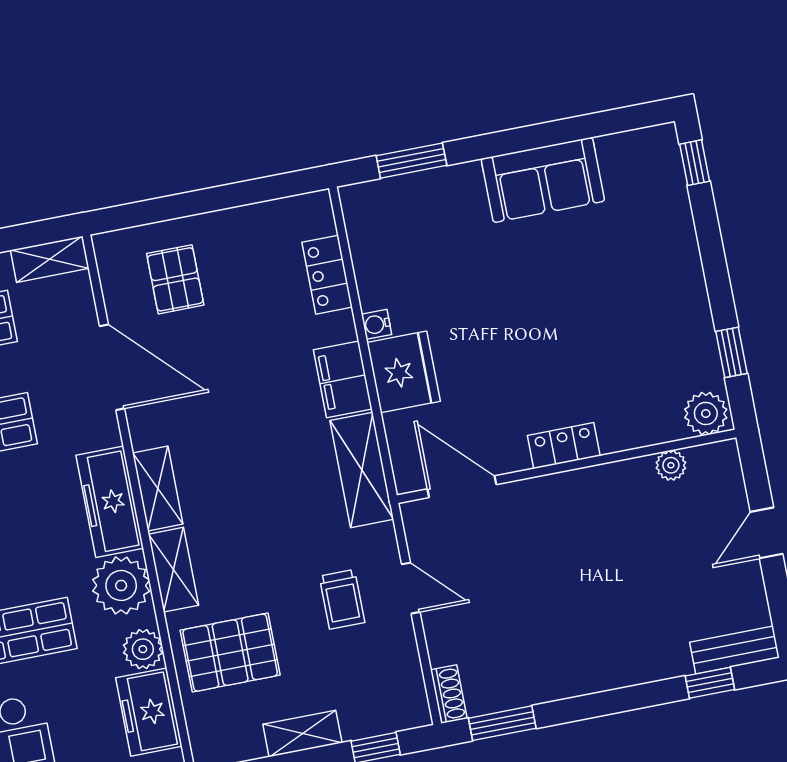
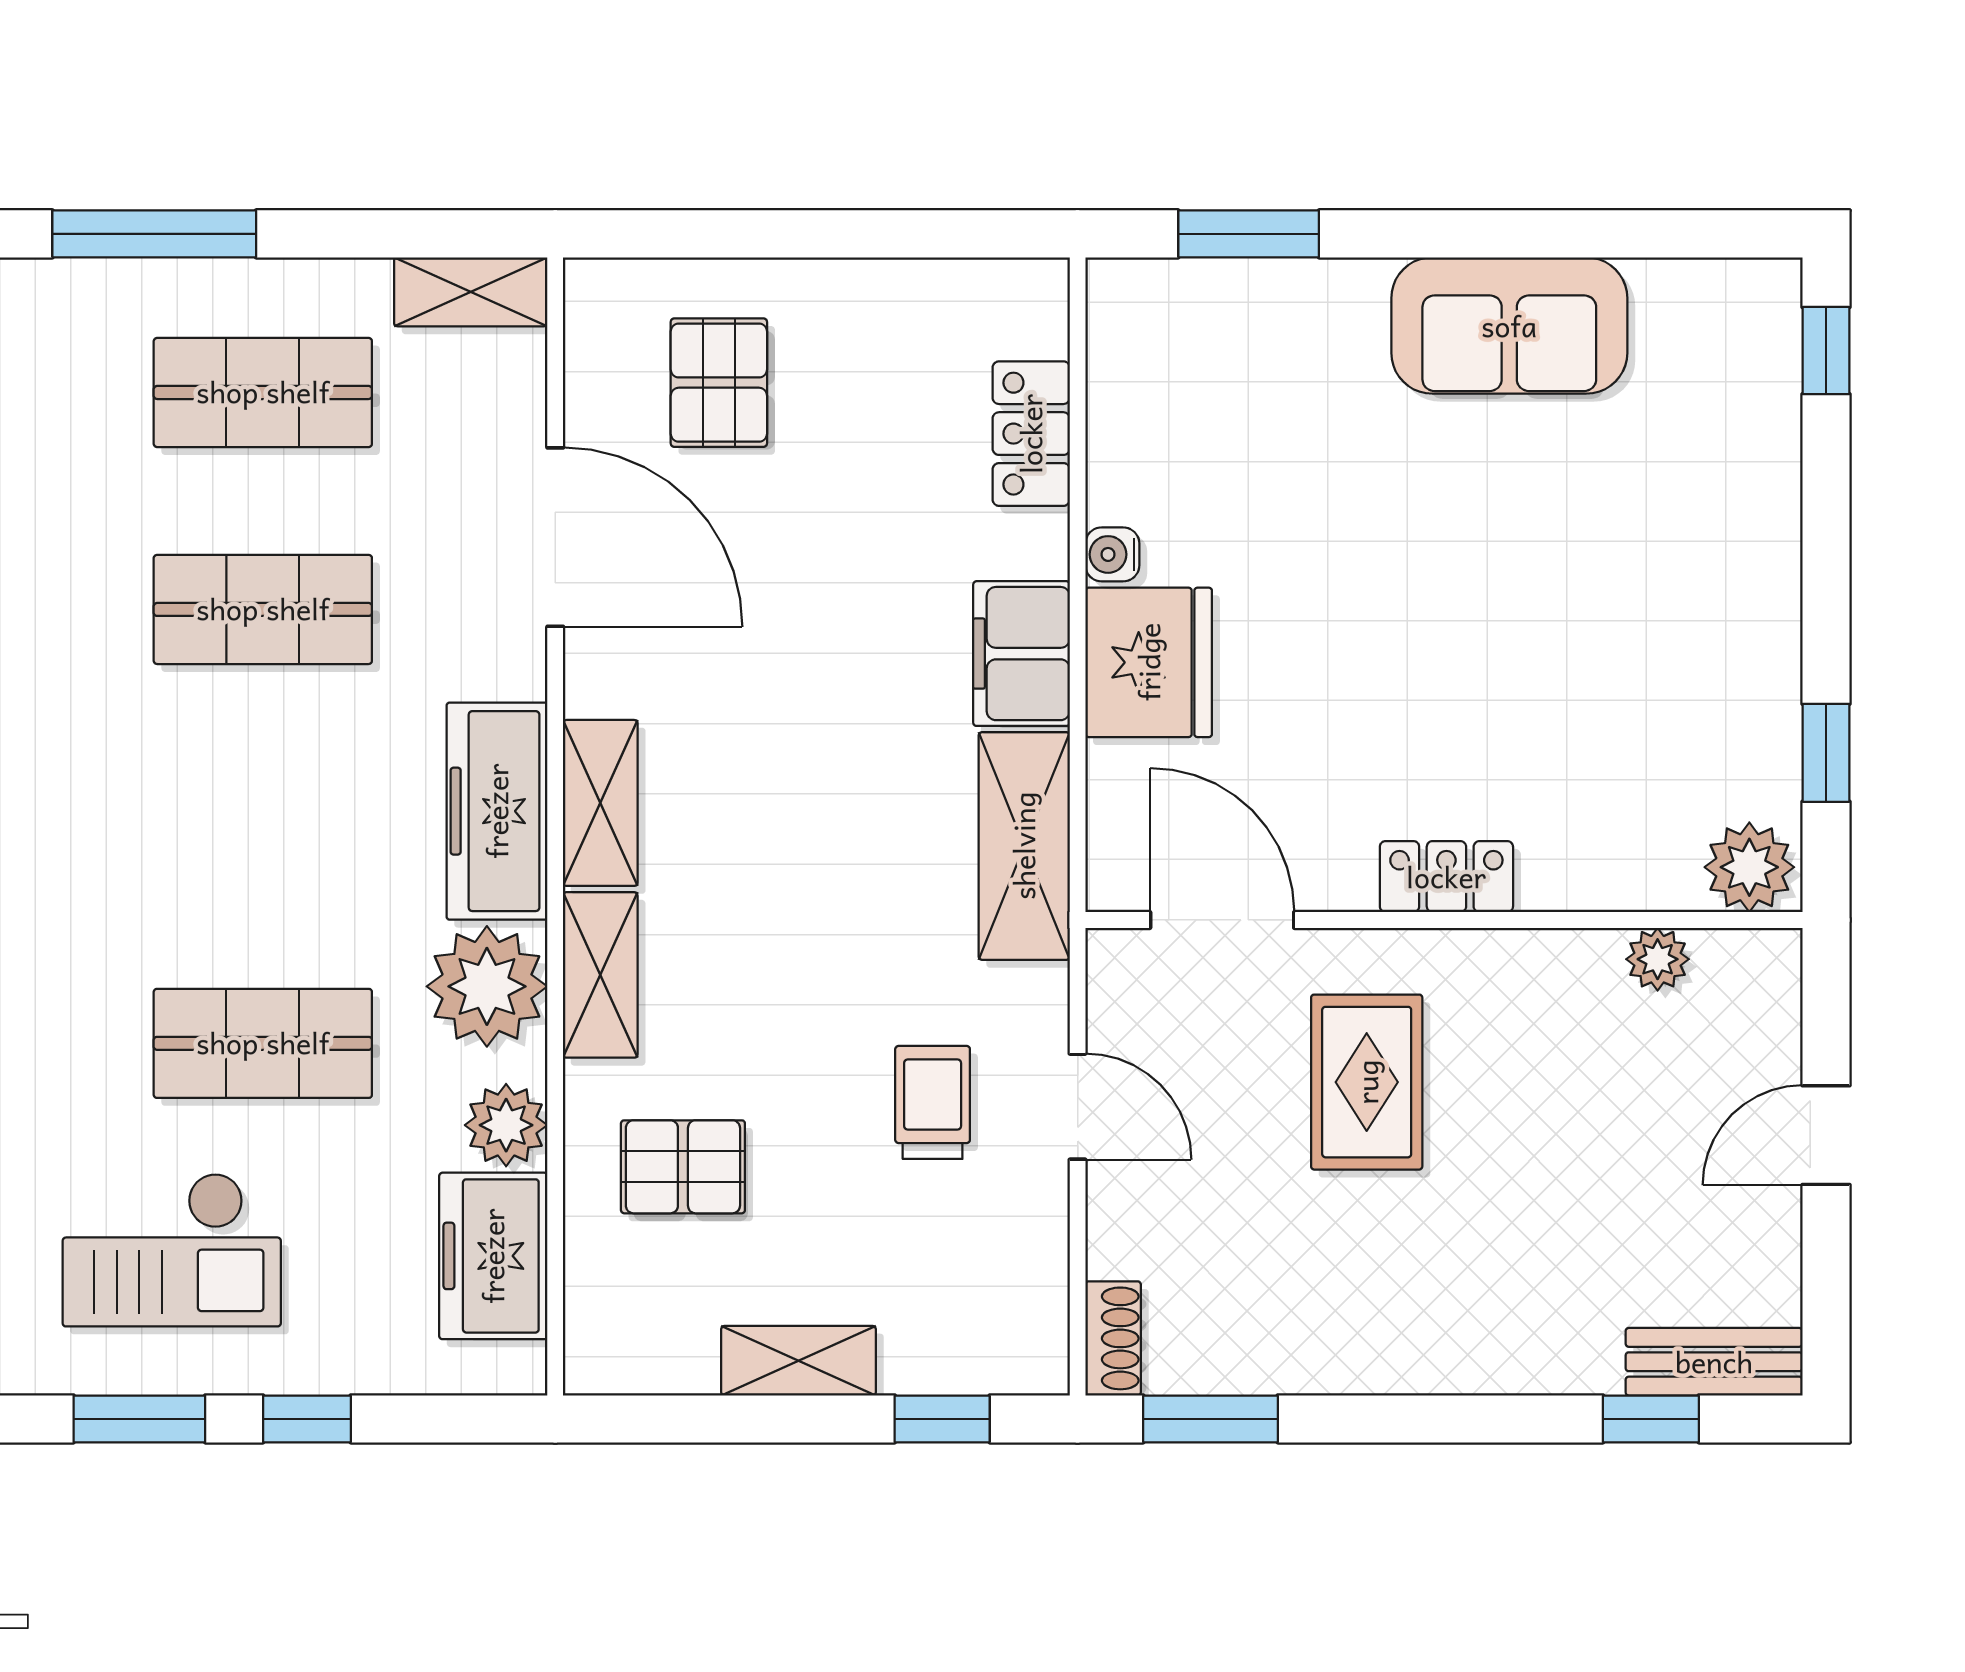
rug: (545, 550) -> (1367, 1082), added
trolley: (342, 599) -> (933, 1102), turned 180
pallet: (230, 653) -> (683, 1167), width x0.67, depth x0.71

